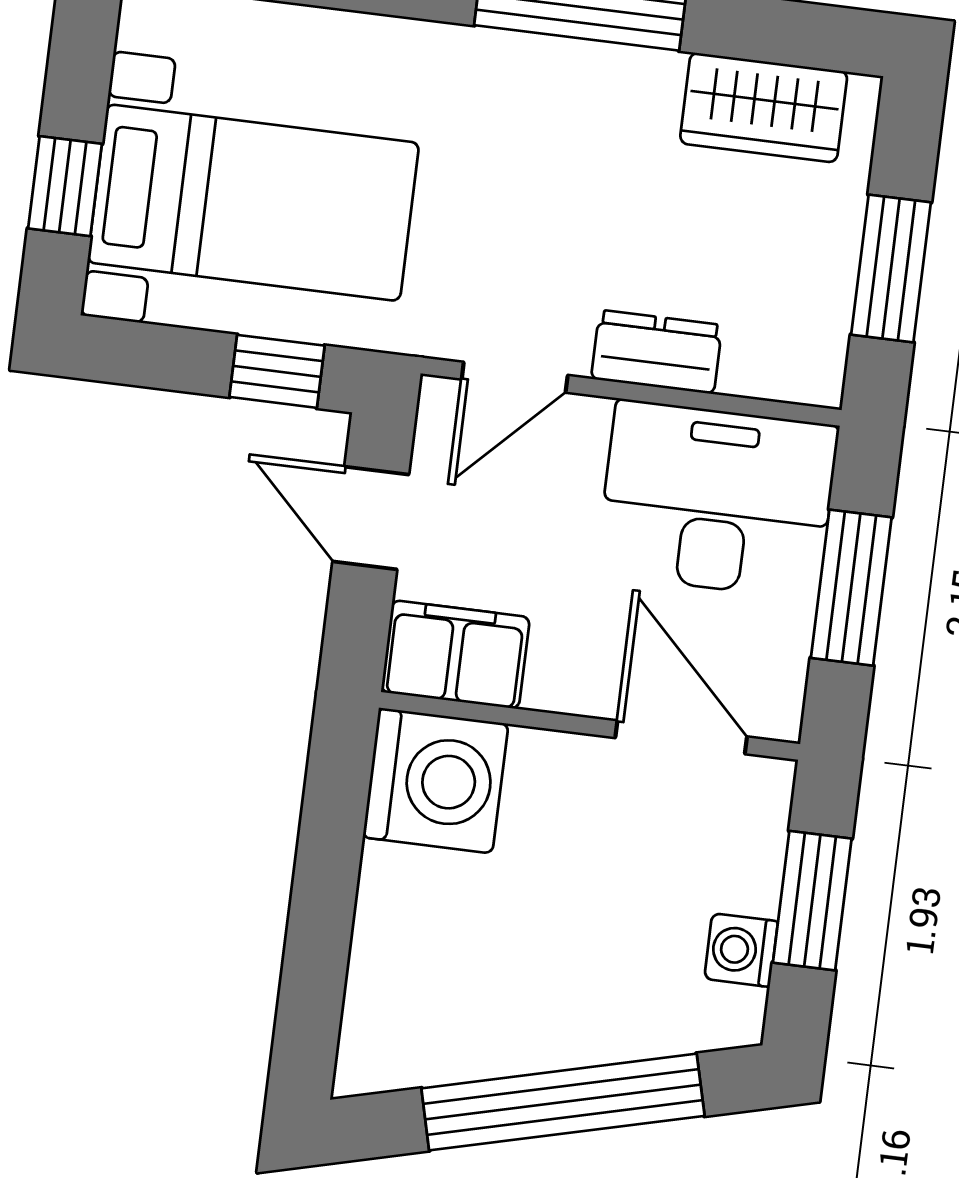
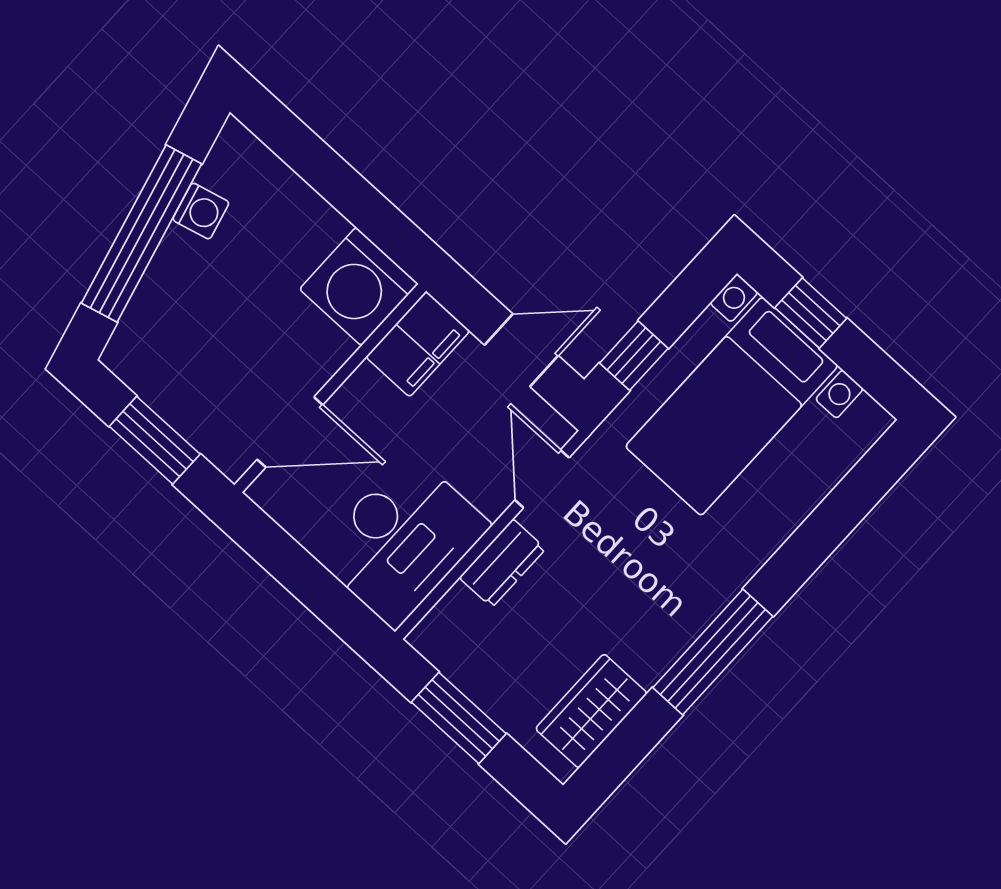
window: (851, 588) -> (305, 578), removed
washing machine: (741, 950) -> (201, 211), moved, turned 76

